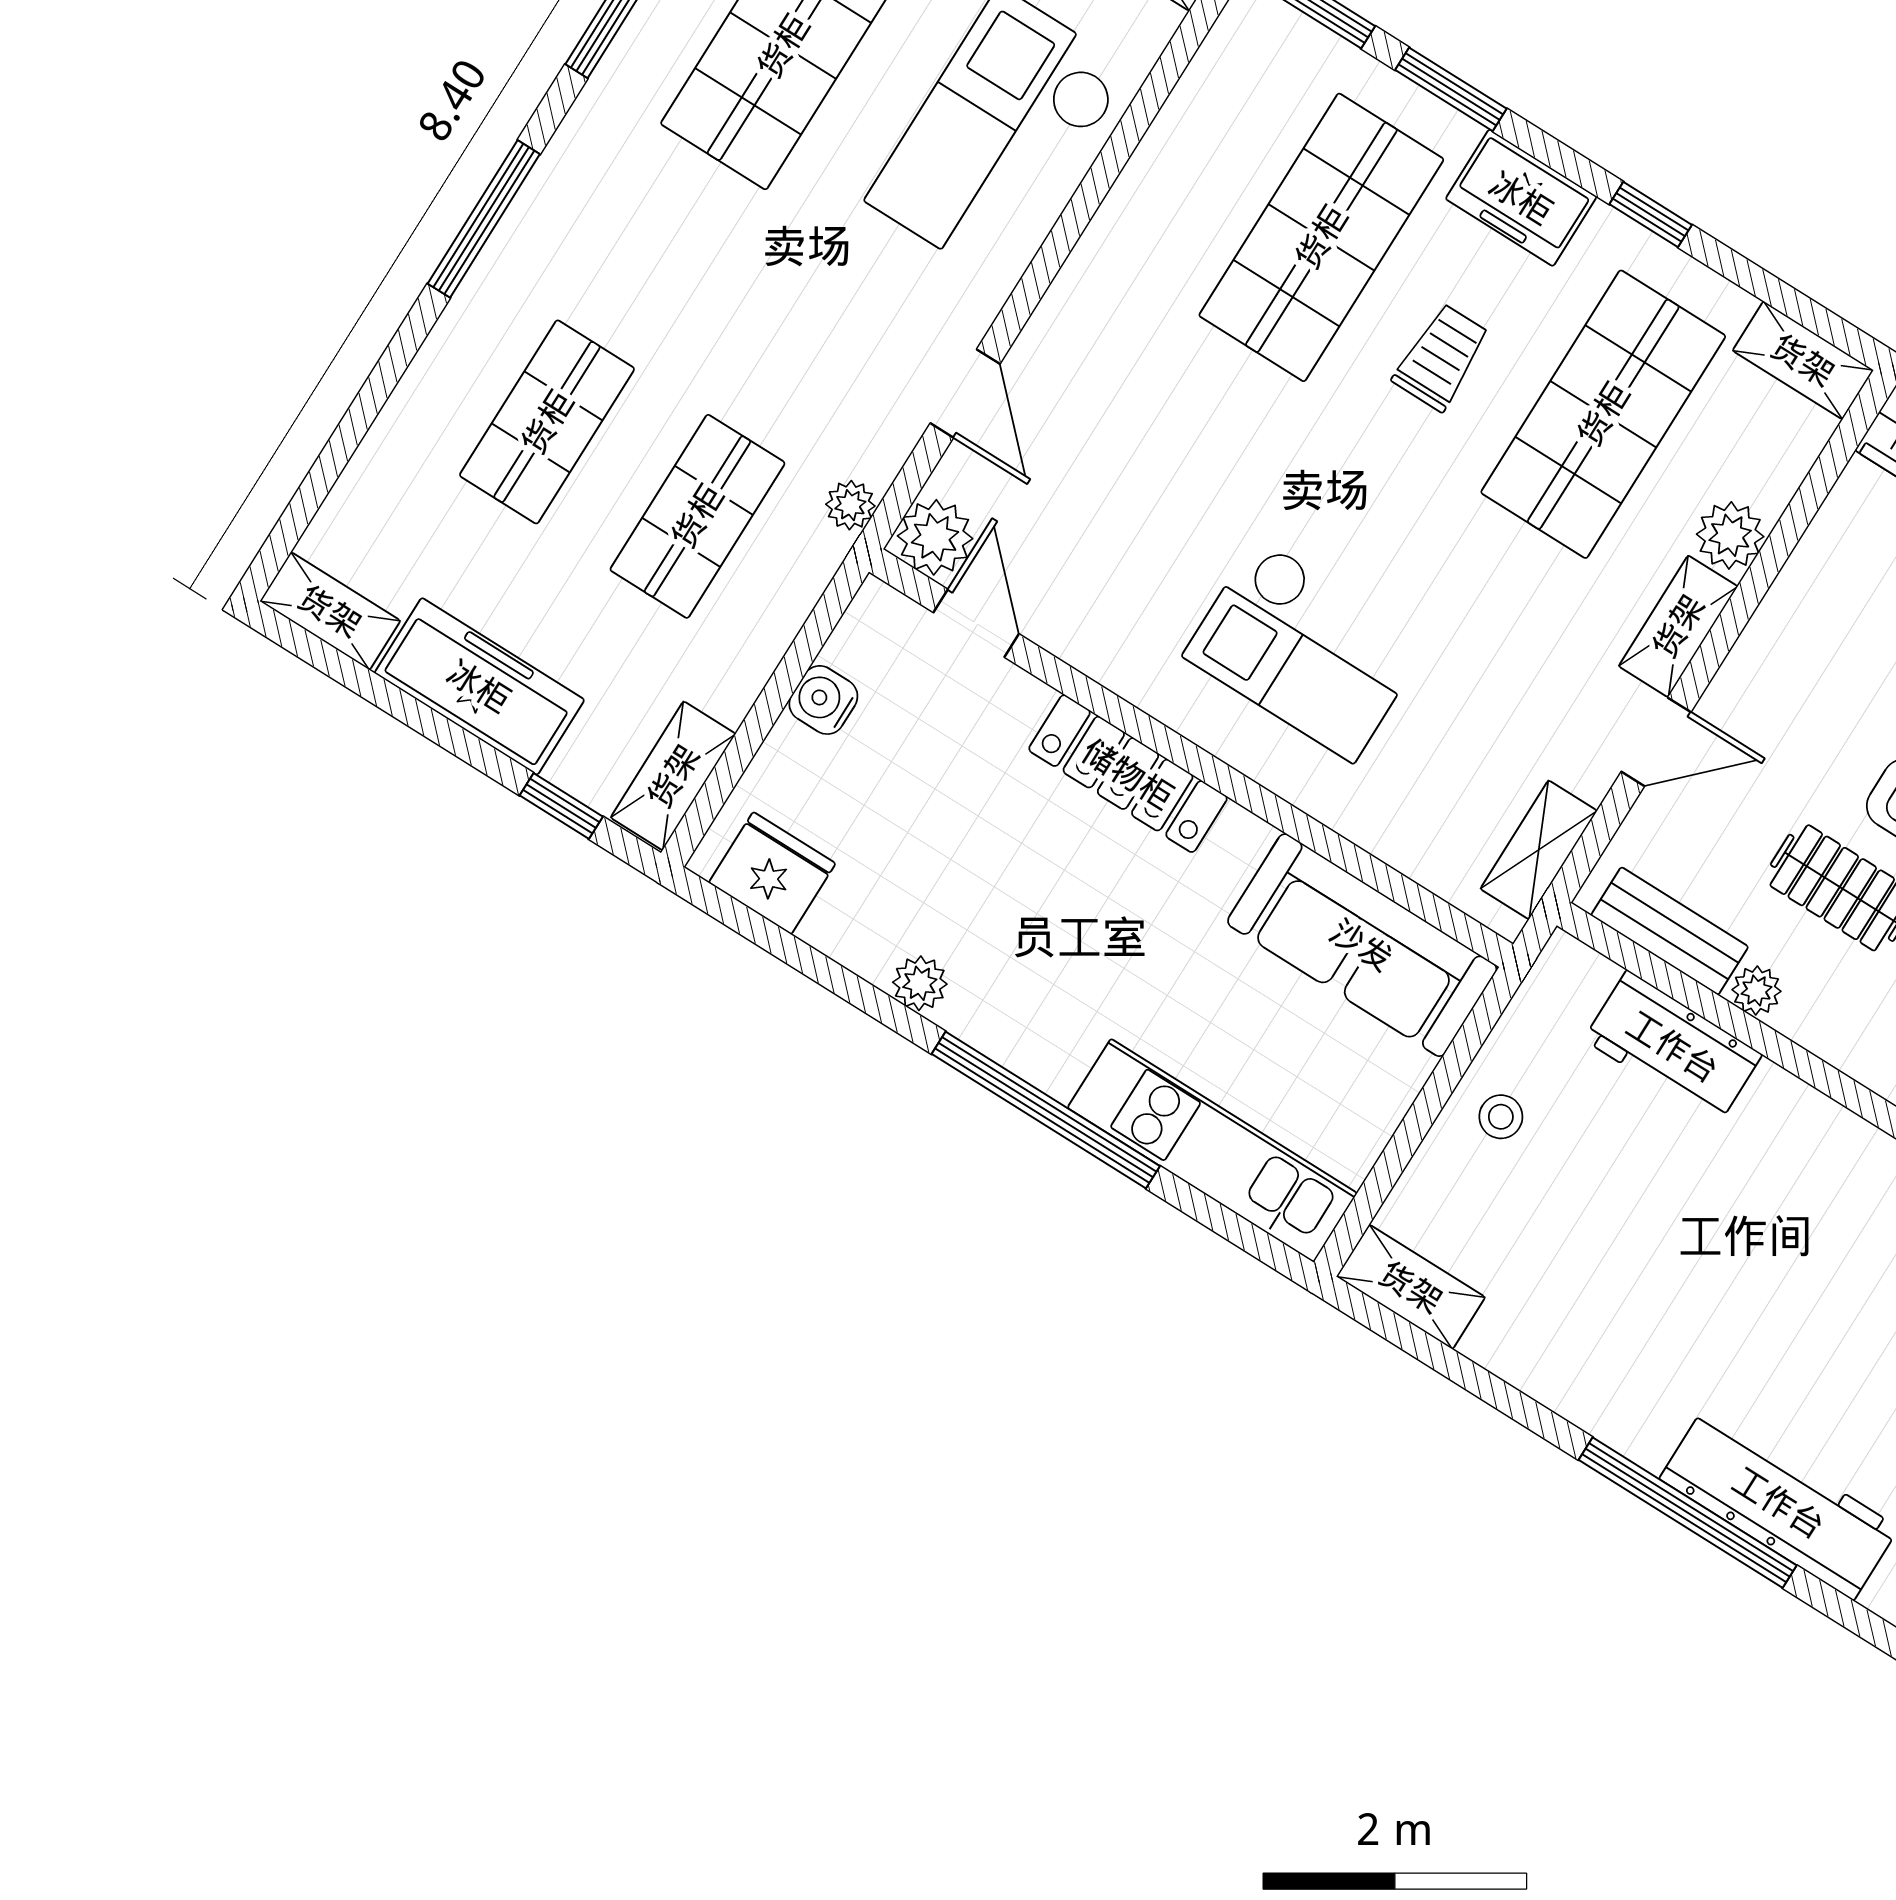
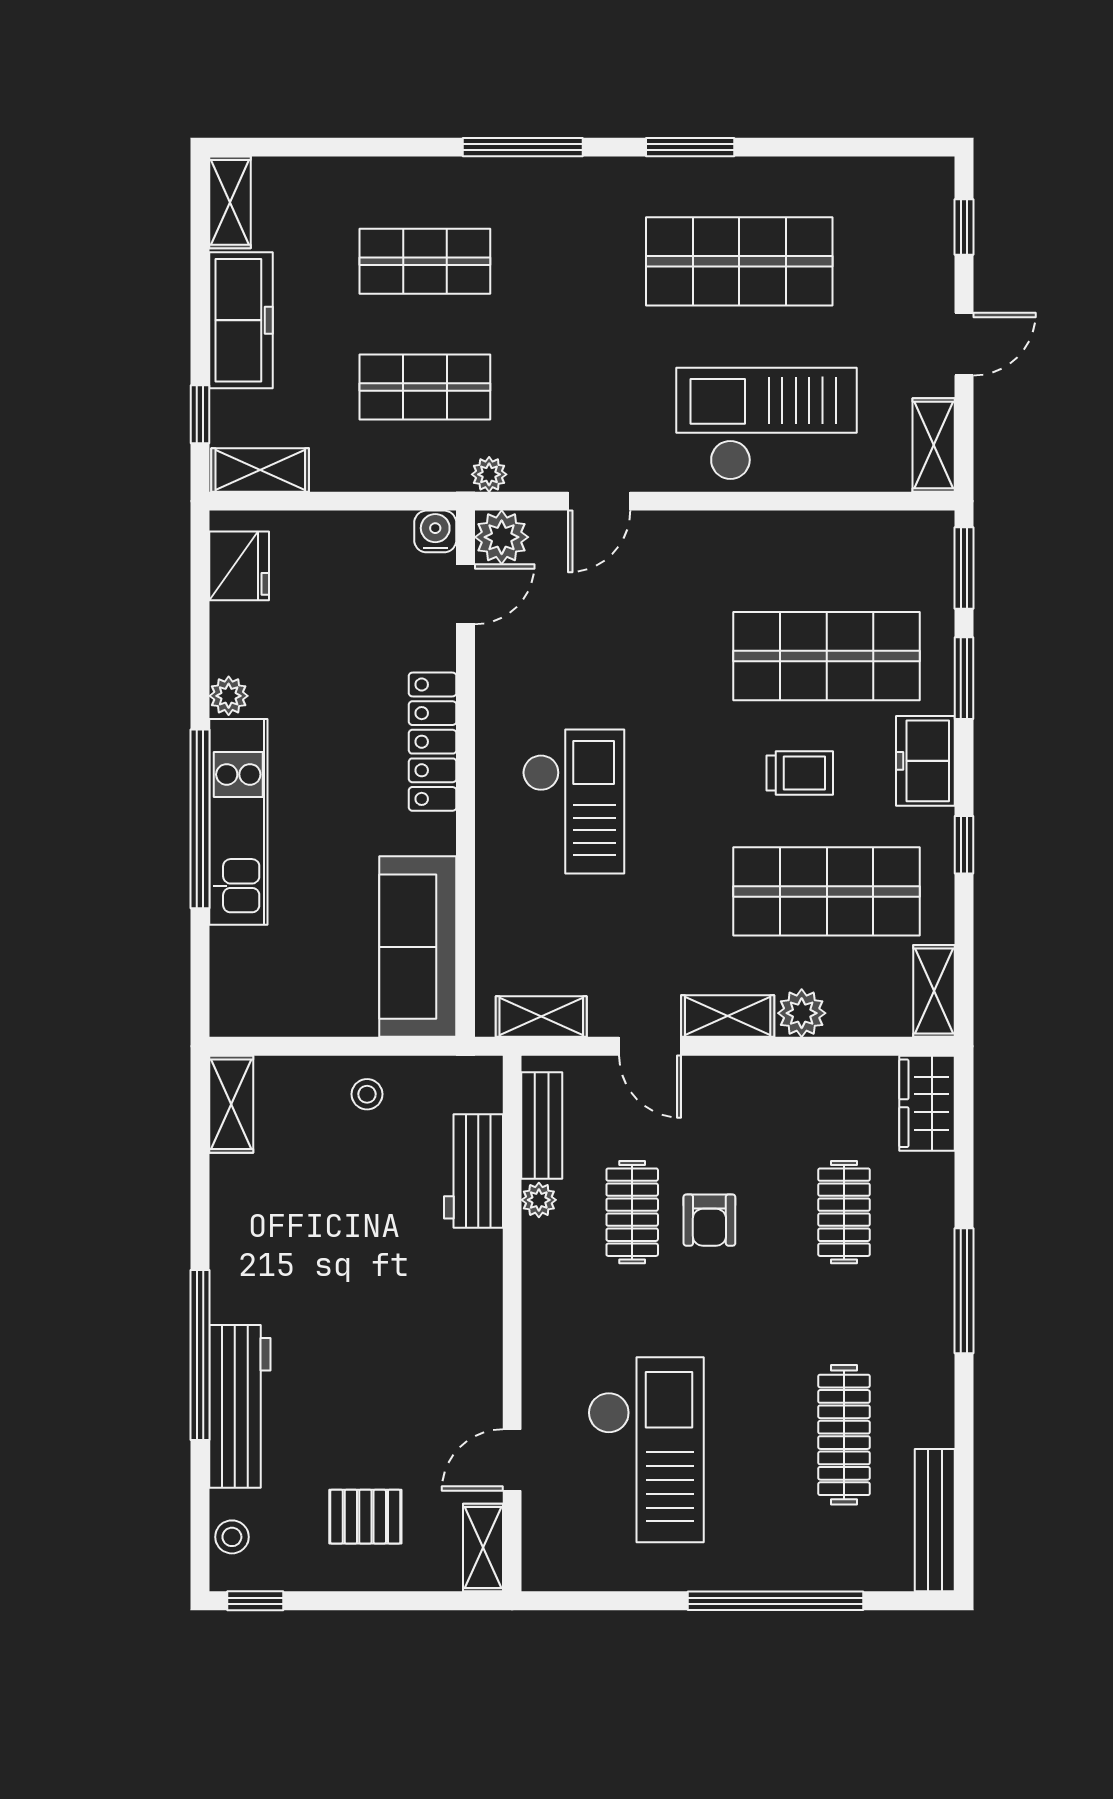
checkout: (1305, 650) -> (573, 802), turned 180
water cooler: (823, 700) -> (435, 531), moved
kitchen unit: (1212, 1150) -> (238, 822), moved

